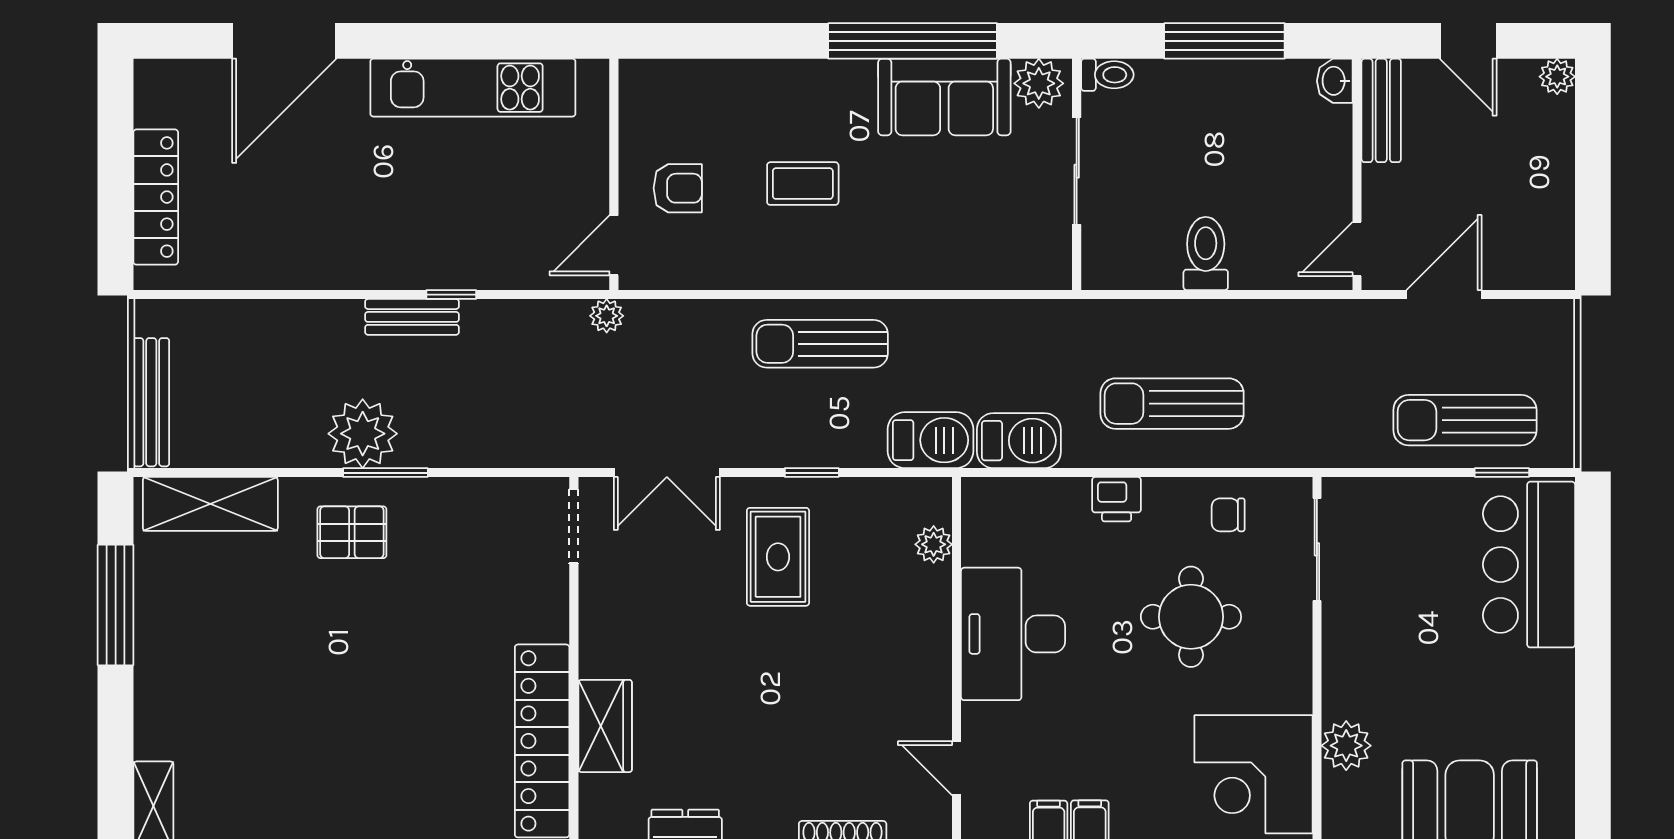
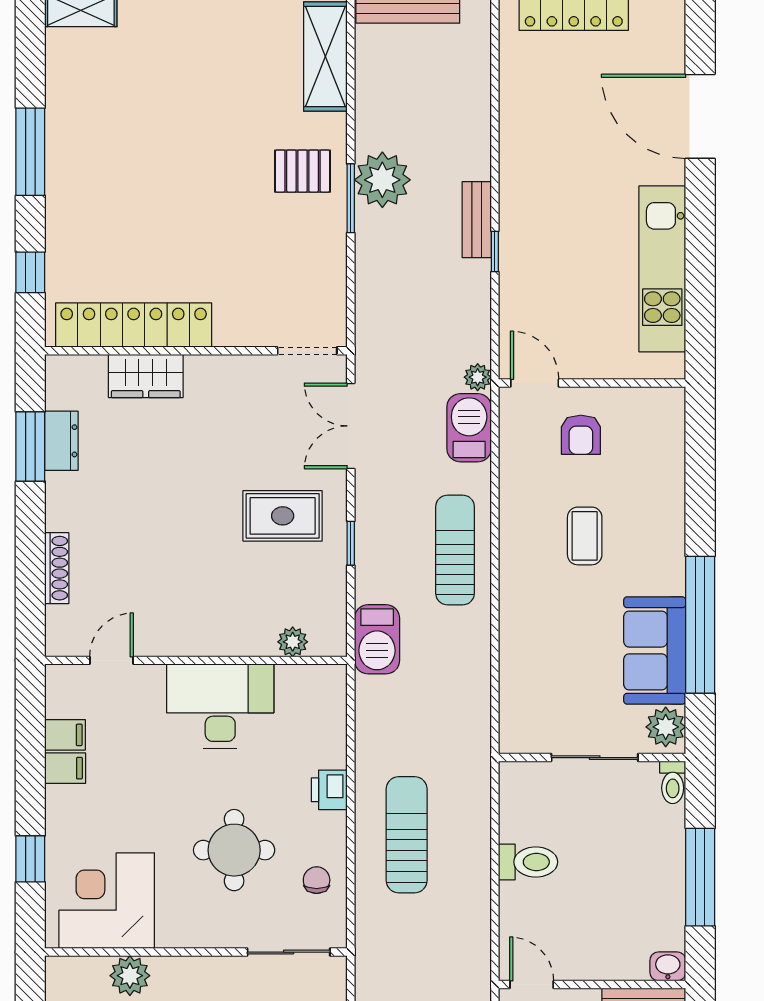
barbecue: (1019, 441) -> (469, 428), moved, turned 180
pallet: (352, 532) -> (303, 171), turned 90

